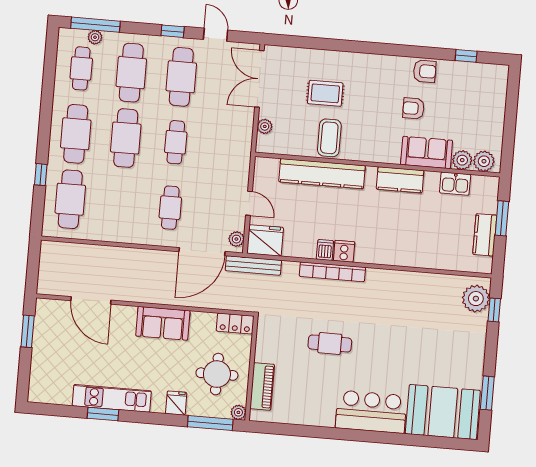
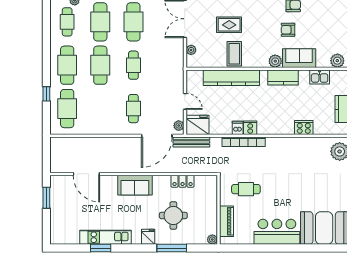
plant: (462, 160) -> (275, 61), moved
cooker: (425, 258) -> (304, 127), added
wall: (251, 368) -> (218, 210), moved
piano: (262, 387) -> (227, 221), moved
plant: (238, 412) -> (212, 239), moved

